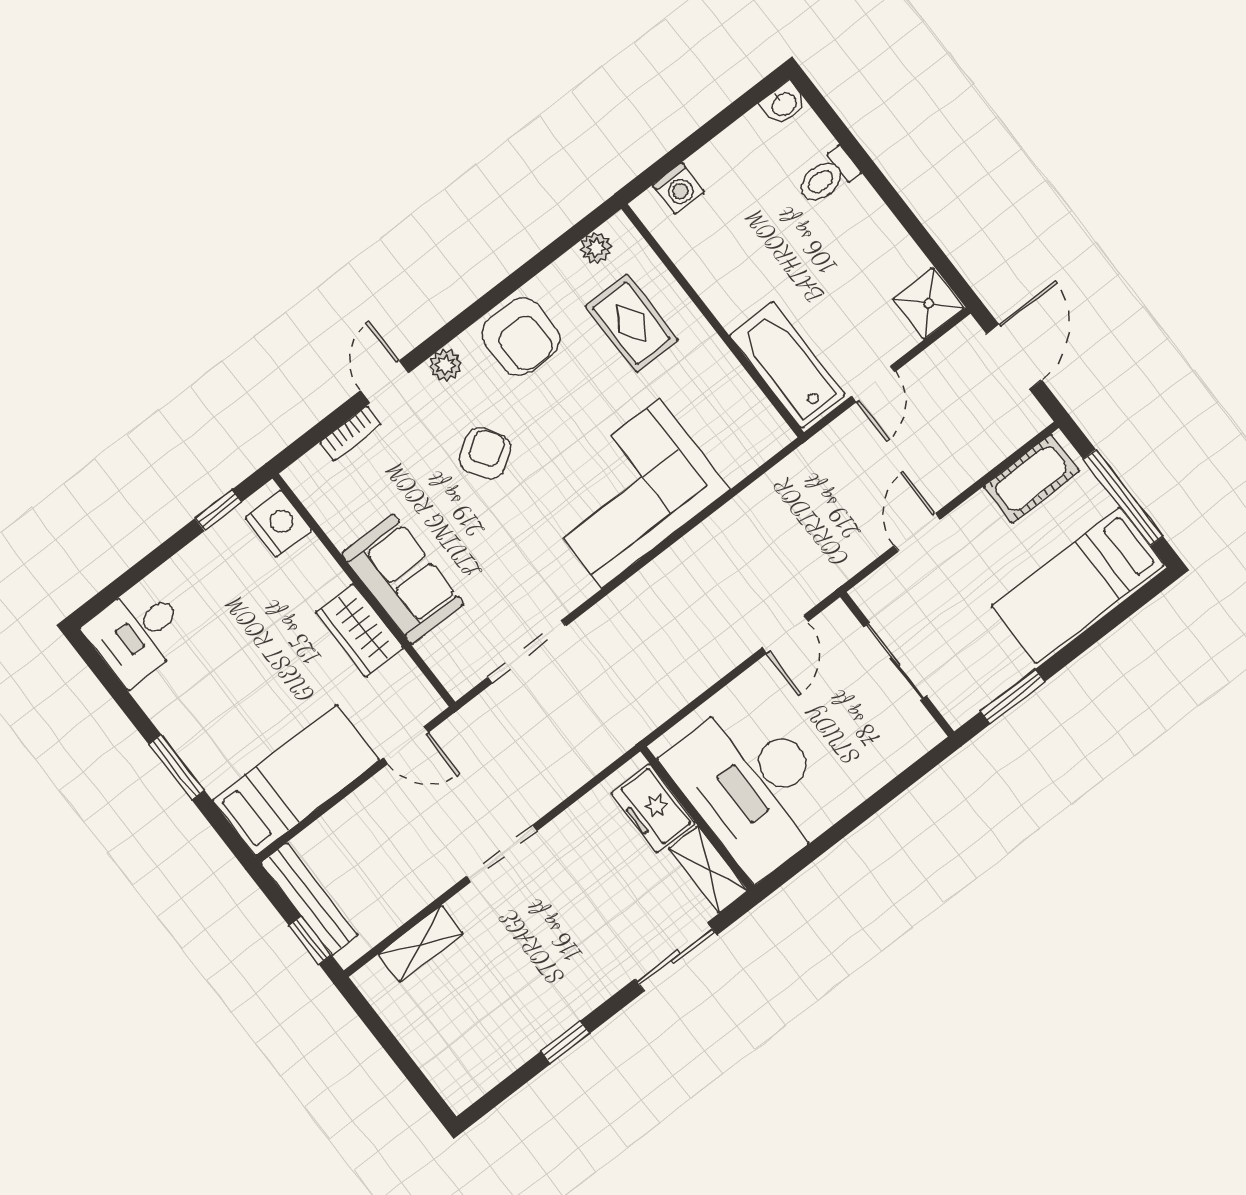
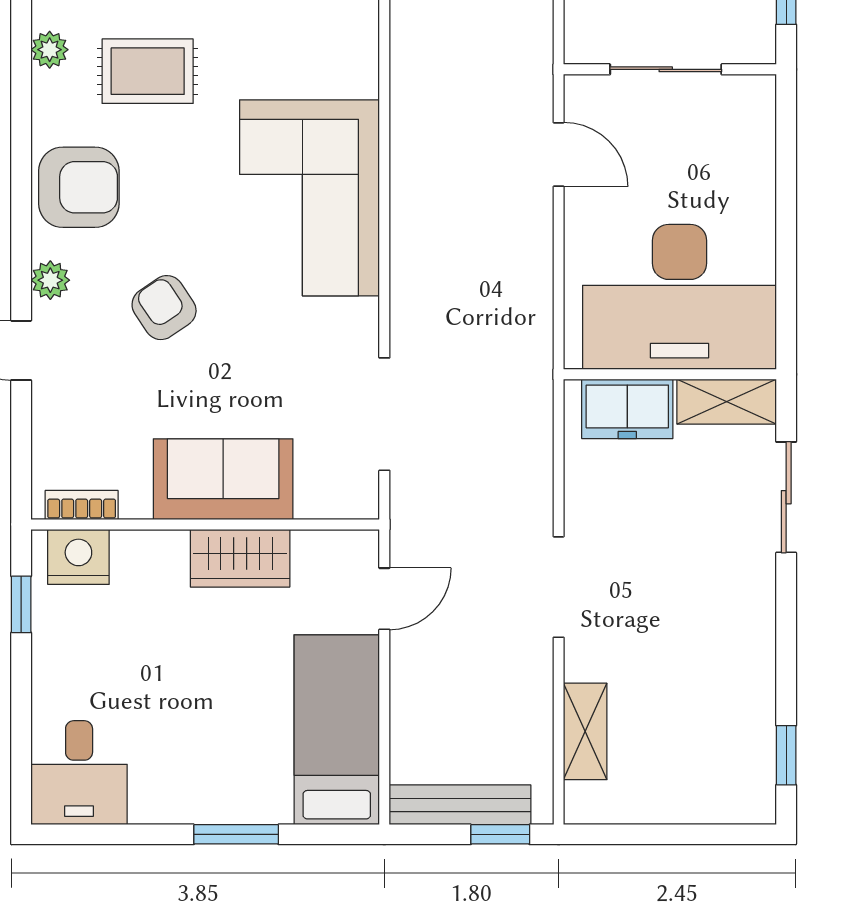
bookcase: (351, 433) -> (82, 505), moved, turned -90
window: (565, 1043) -> (786, 755), moved

